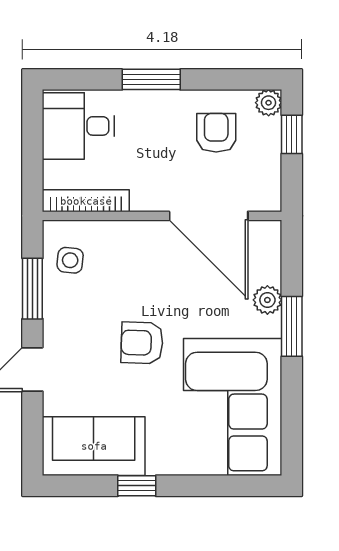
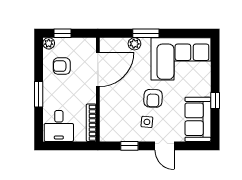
side table: (70, 260) -> (147, 122), moved
window: (32, 289) -> (129, 146), width x0.67

